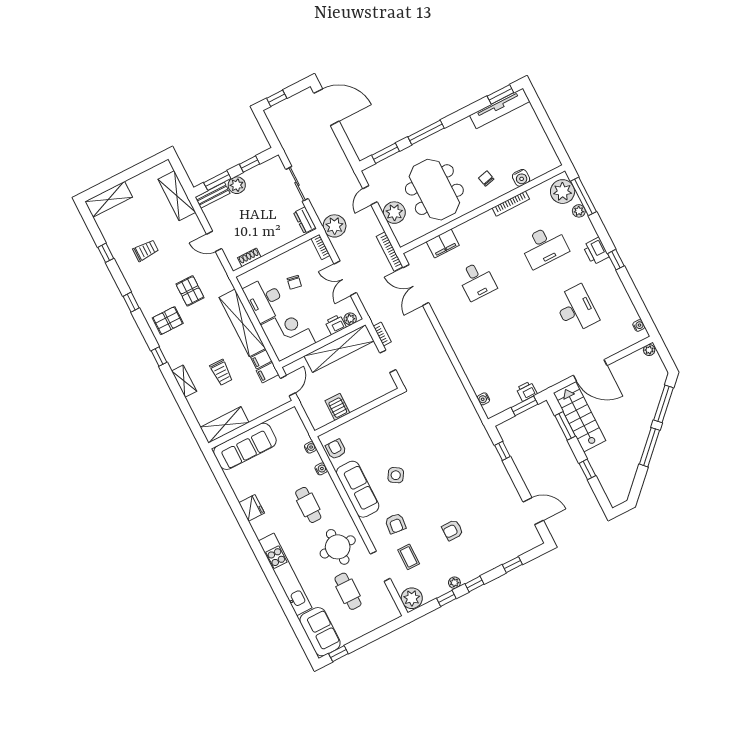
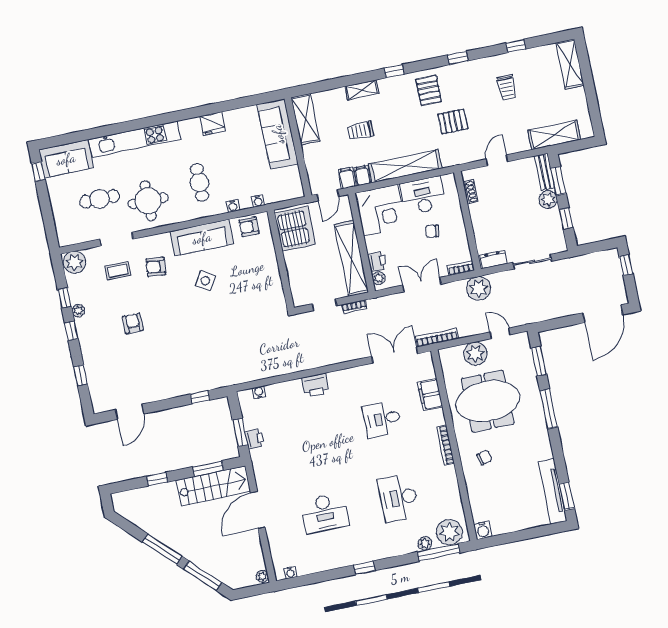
water cooler: (521, 178) -> (483, 530), moved, turned -90
bookcase: (511, 203) -> (445, 445), moved
printer: (596, 251) -> (315, 385), moved, turned 180
door: (288, 386) -> (328, 195), hinge flipped
server rack: (337, 407) -> (295, 229), width x2.18, depth x1.44
armchair: (336, 449) -> (249, 227), turned 180
cafe table: (308, 505) -> (200, 182), turned 90

